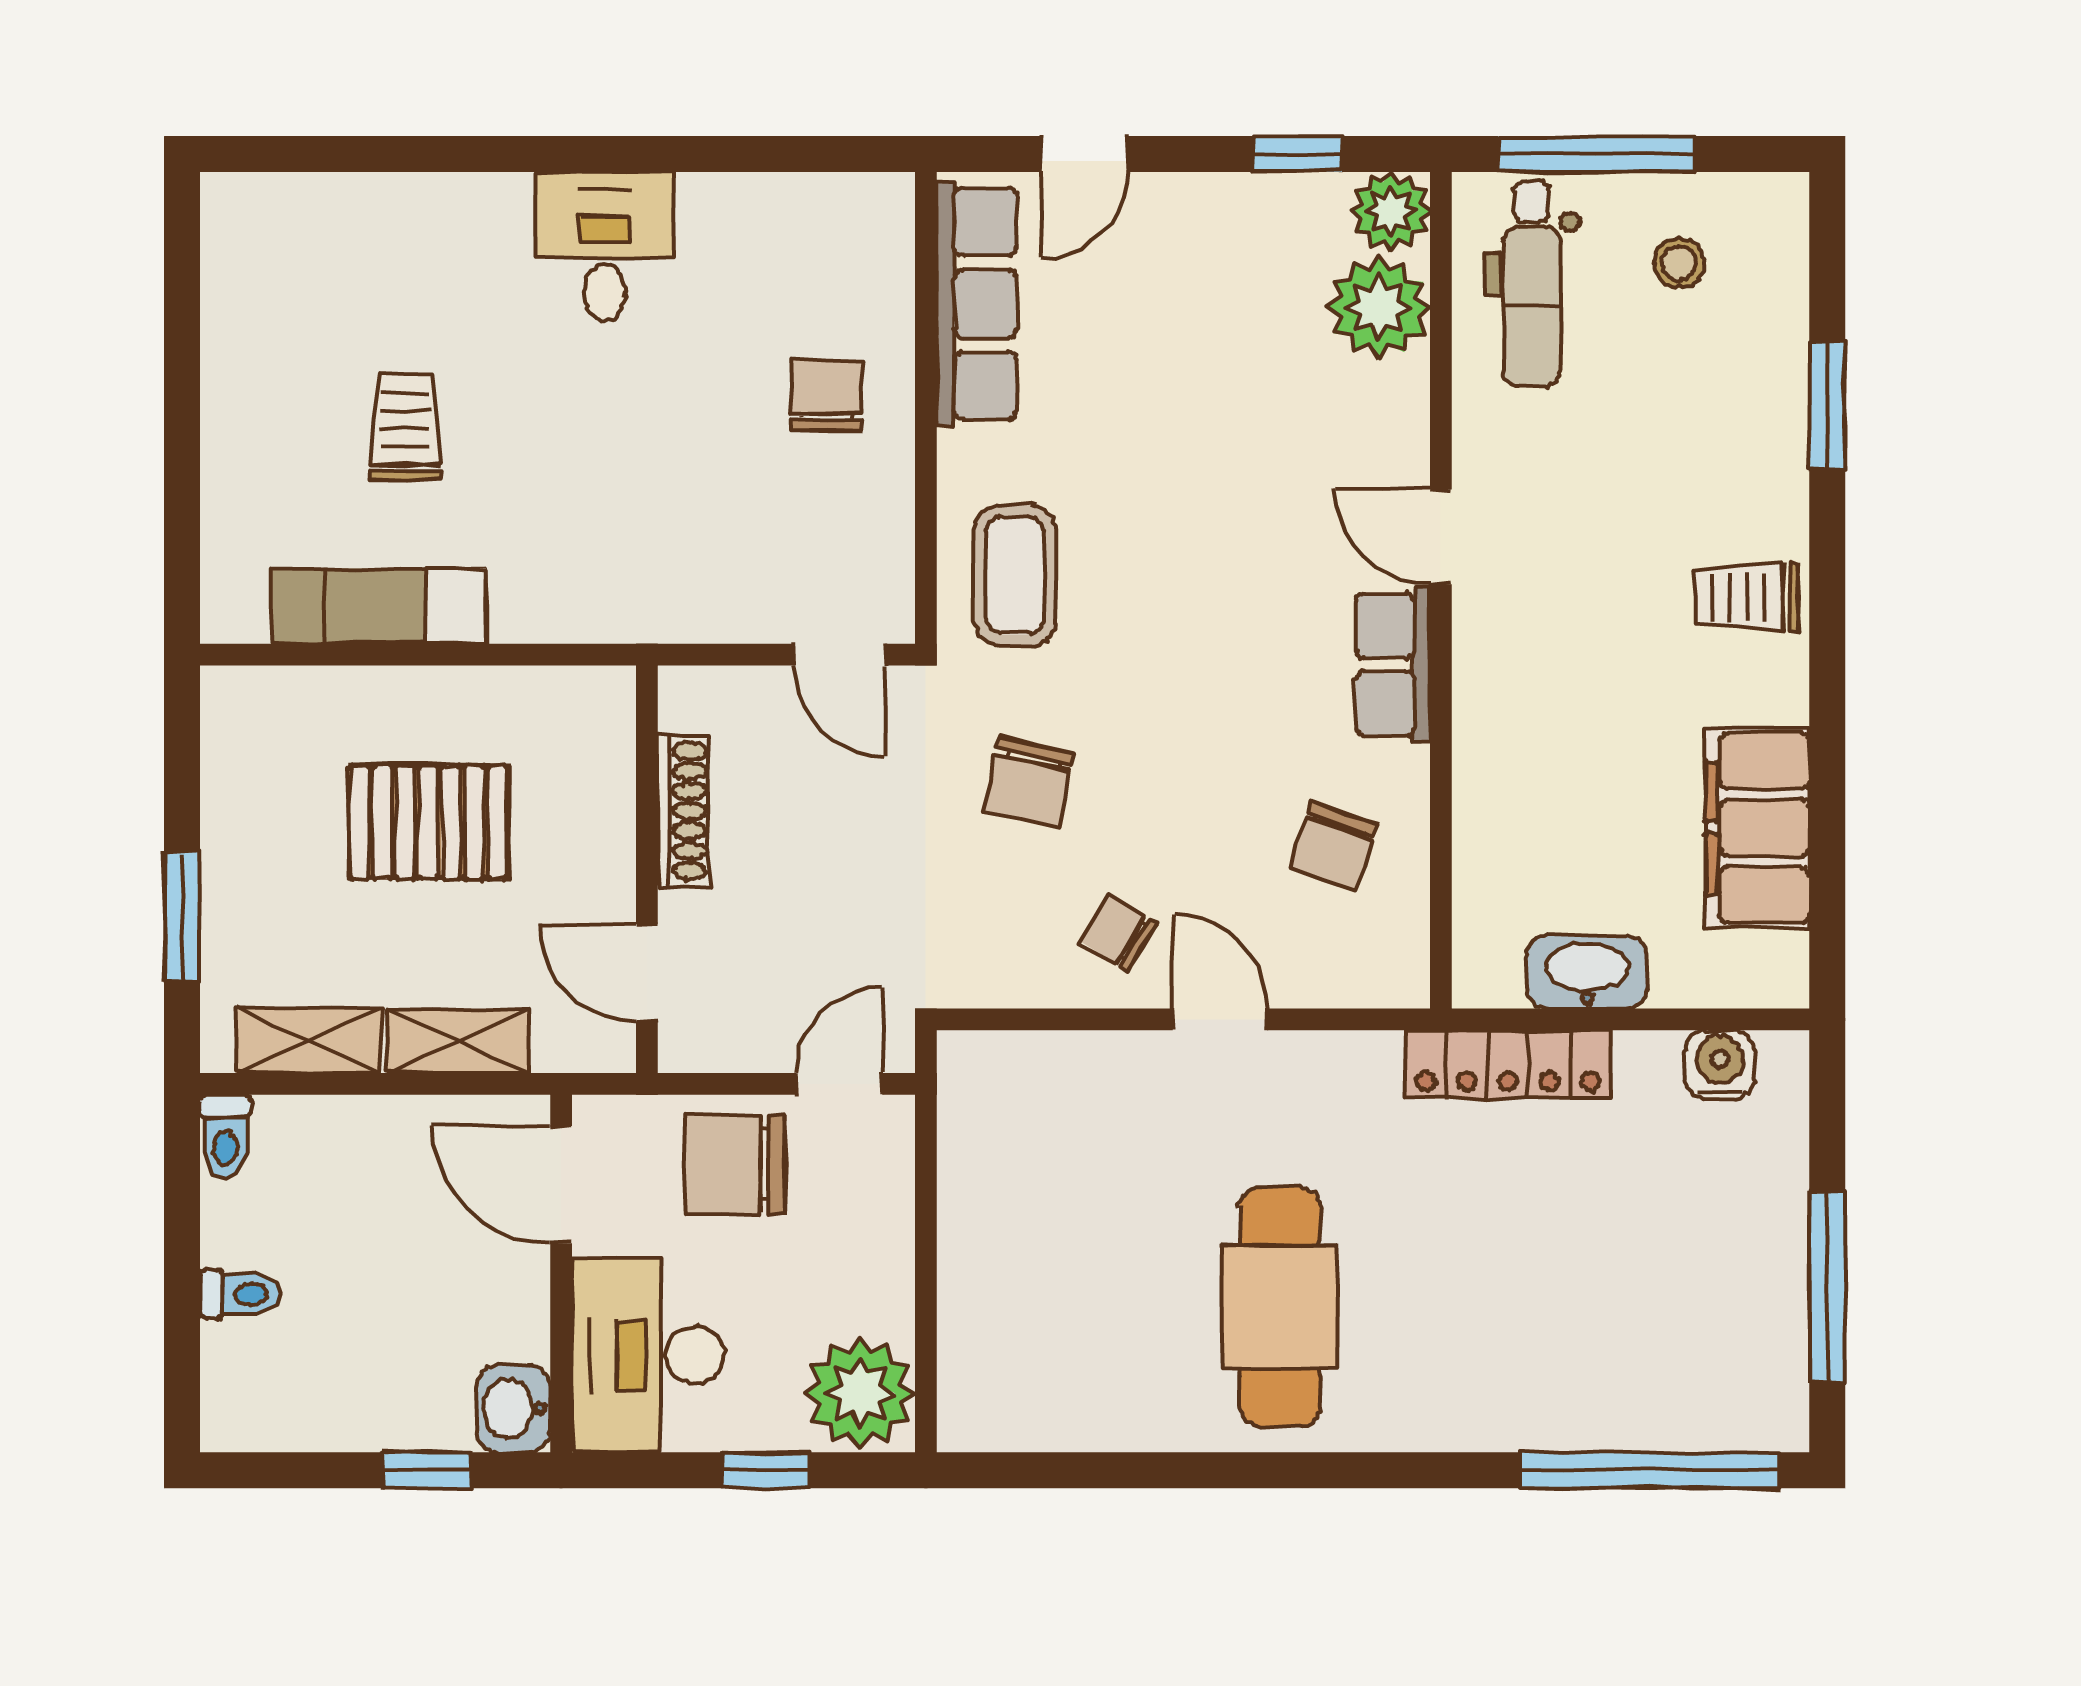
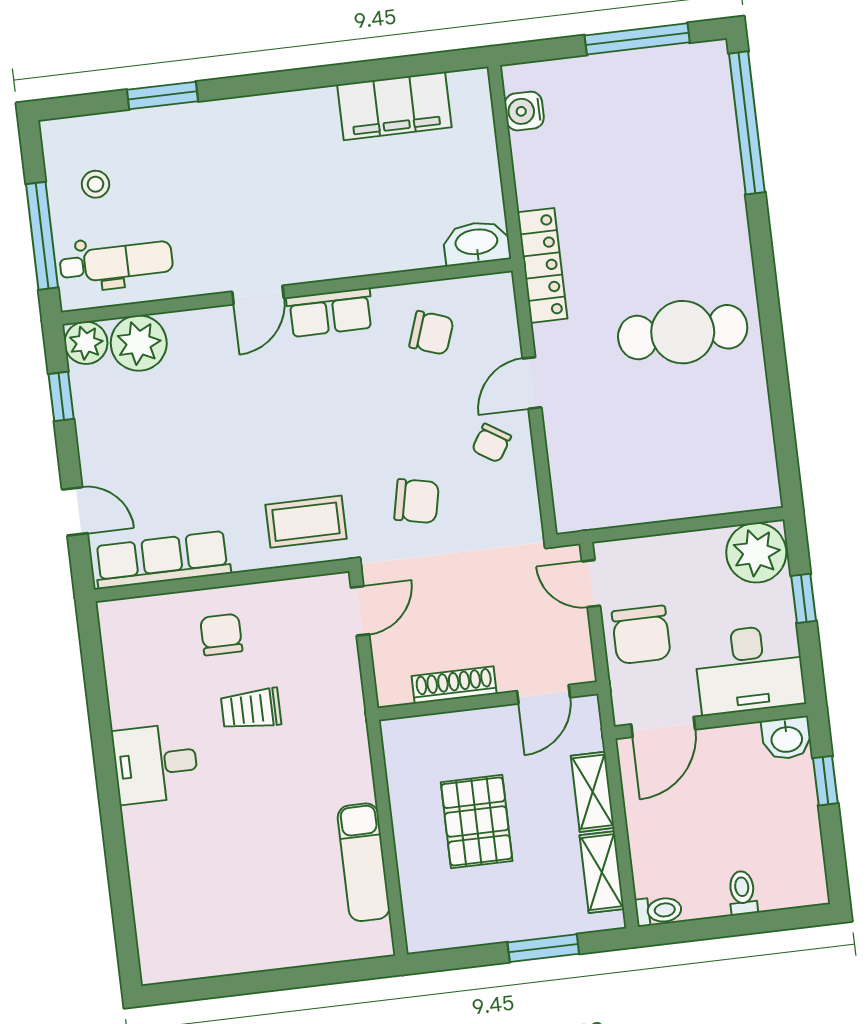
chair: (827, 395) -> (221, 635), turned 90
trolley: (406, 427) -> (251, 709), moved
trolley: (1746, 597) -> (271, 127), removed
washbasin: (1587, 972) -> (477, 243), moved, turned 90
locker: (1508, 1064) -> (542, 265), moved

